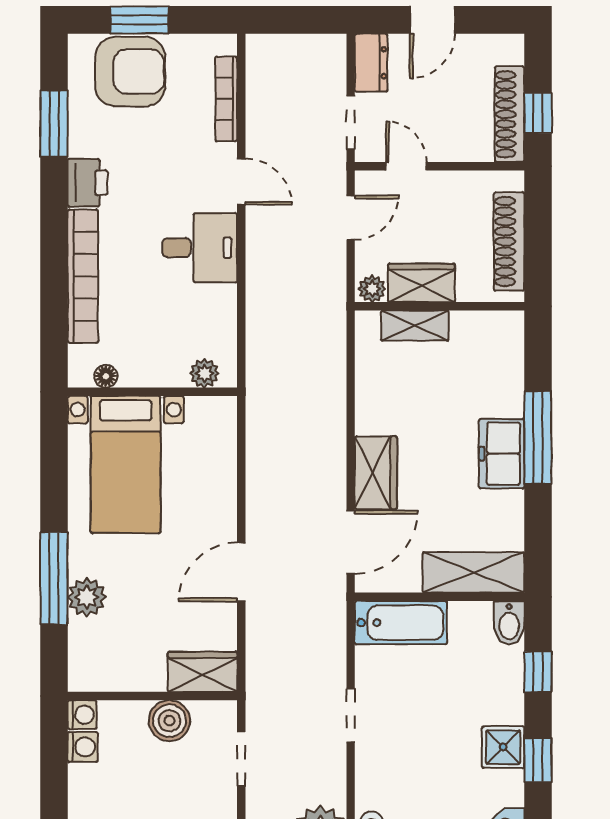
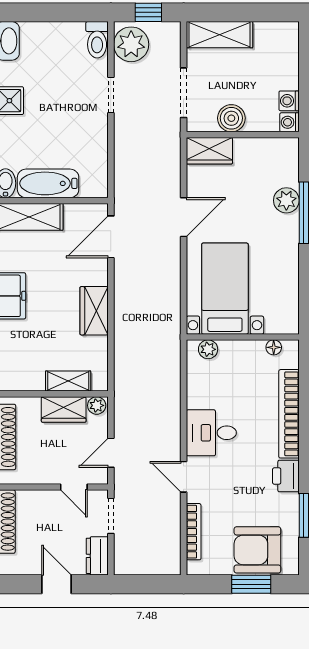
door: (432, 20) -> (57, 584), hinge flipped
bed with nightstands: (126, 465) -> (225, 289), moved
wardrobe: (376, 473) -> (94, 311), moved
bathtub: (401, 623) -> (48, 183), moved
doorway: (351, 715) -> (111, 95), moved
doorway: (241, 759) -> (184, 93), width x1.38

